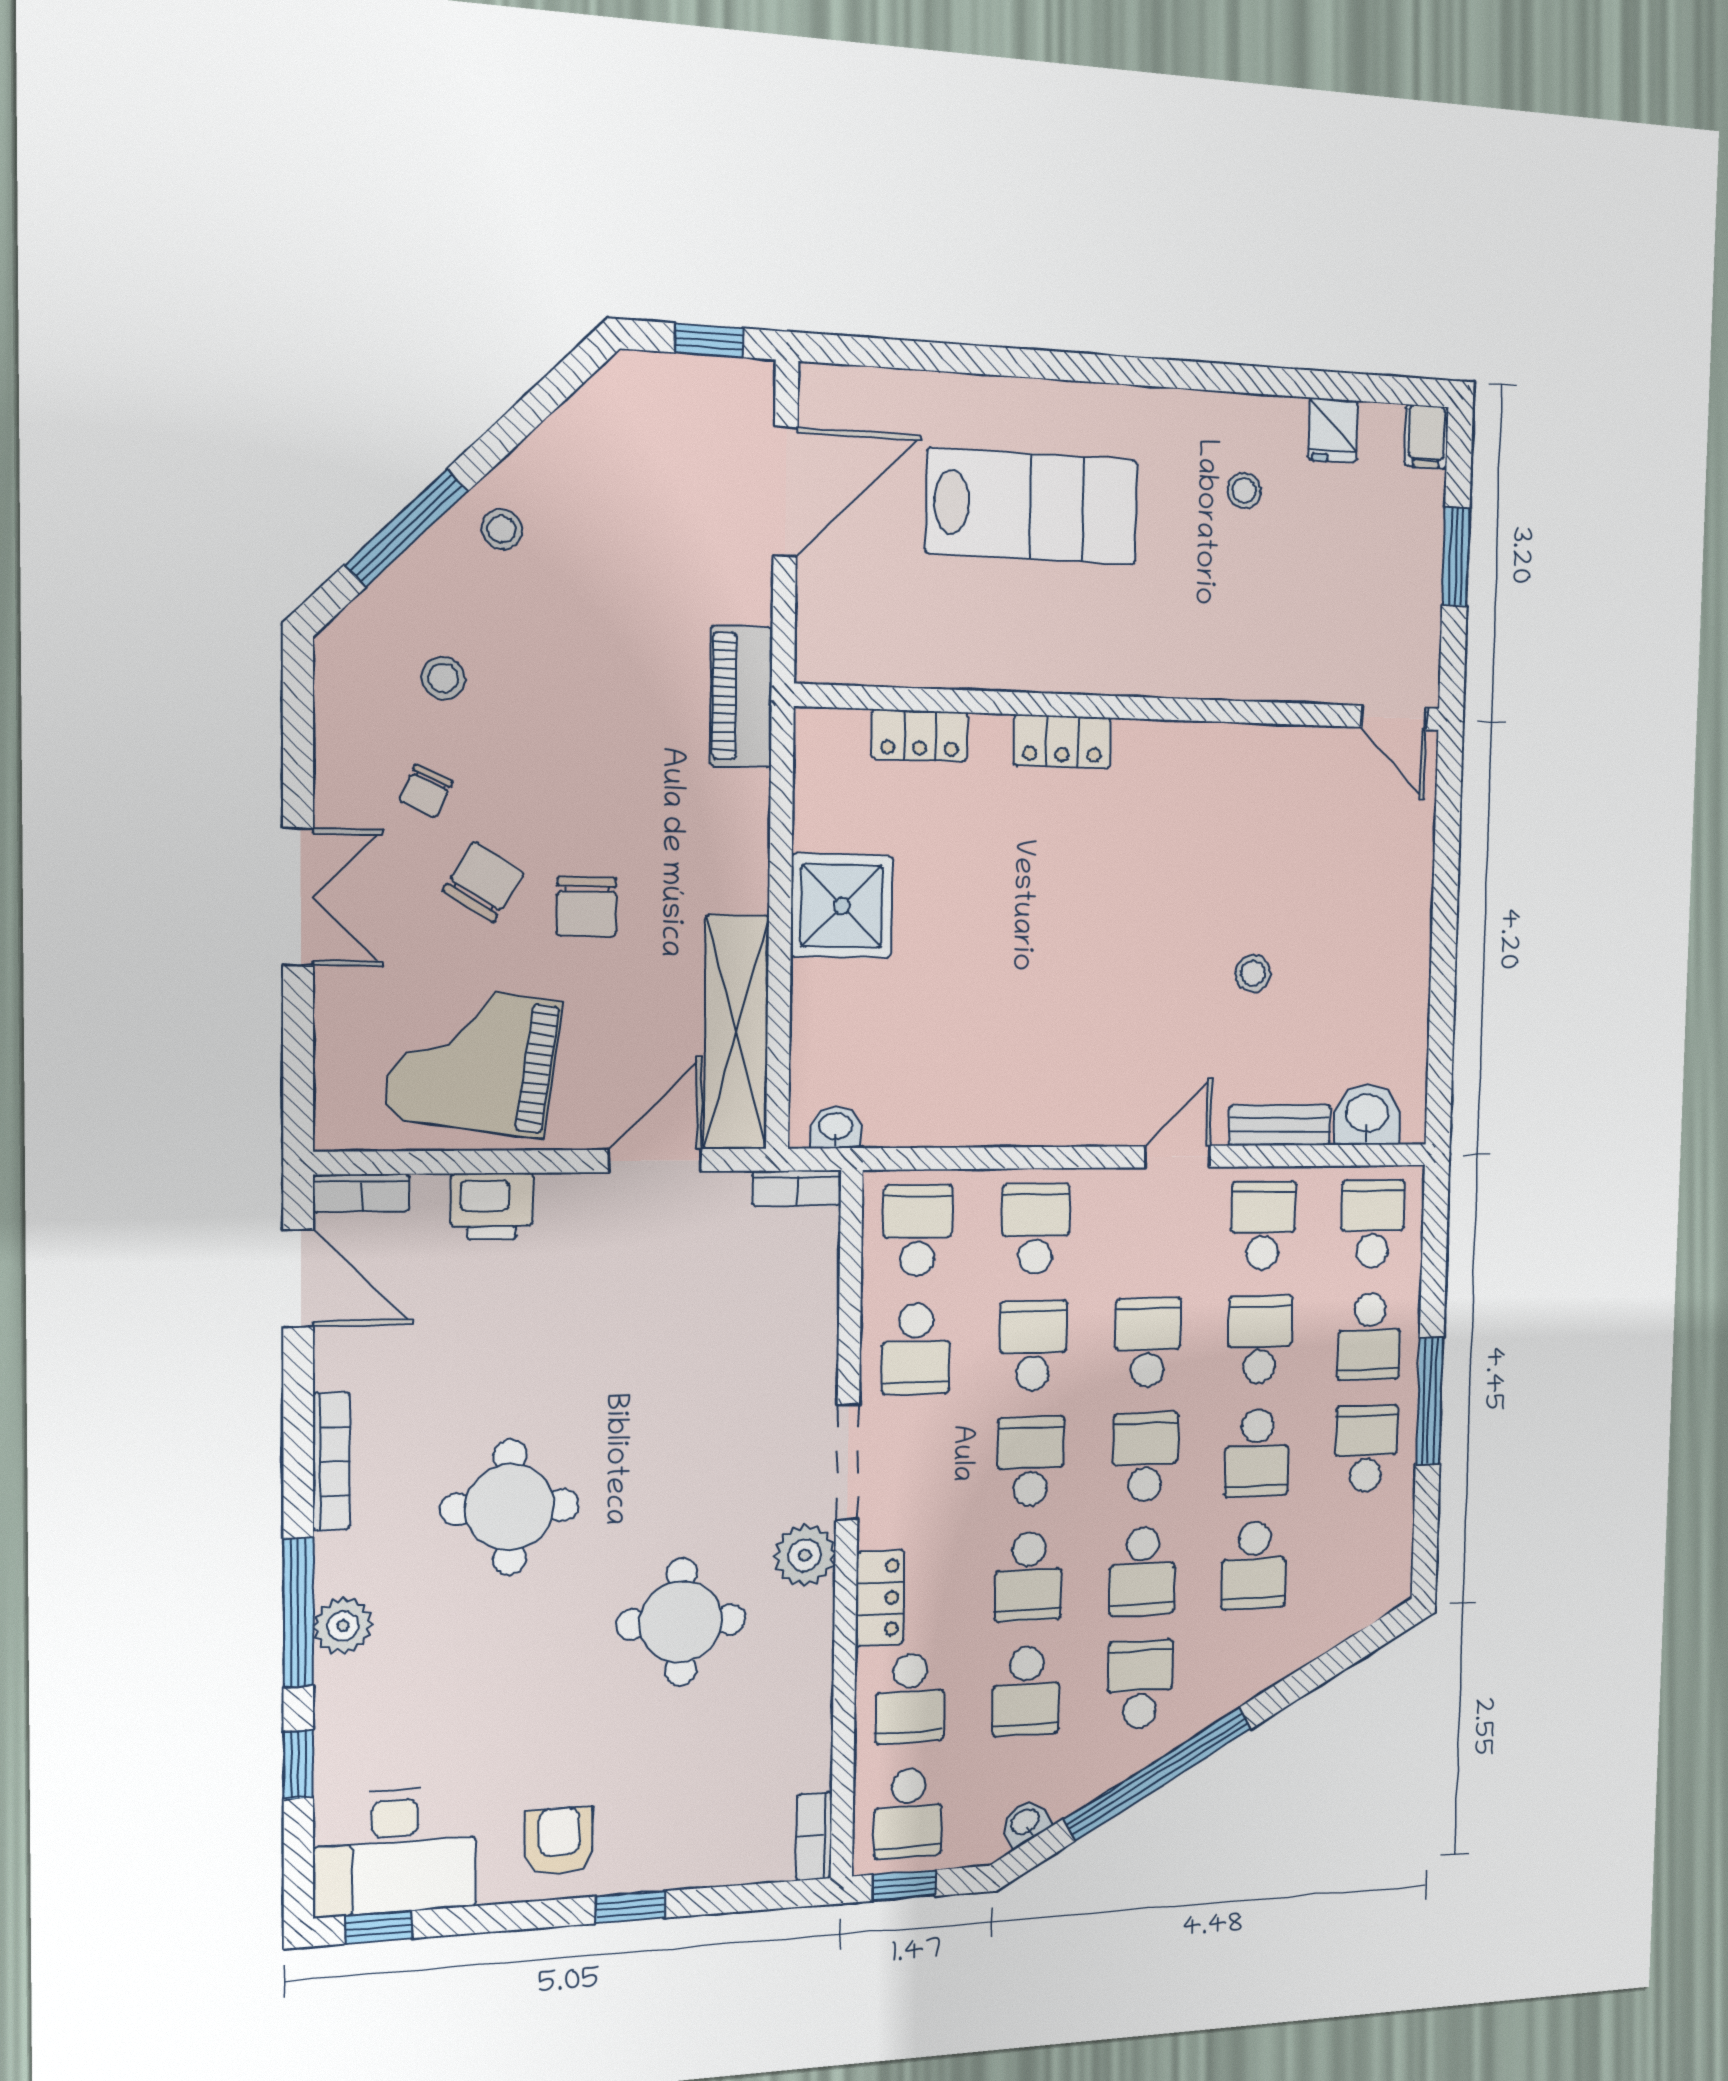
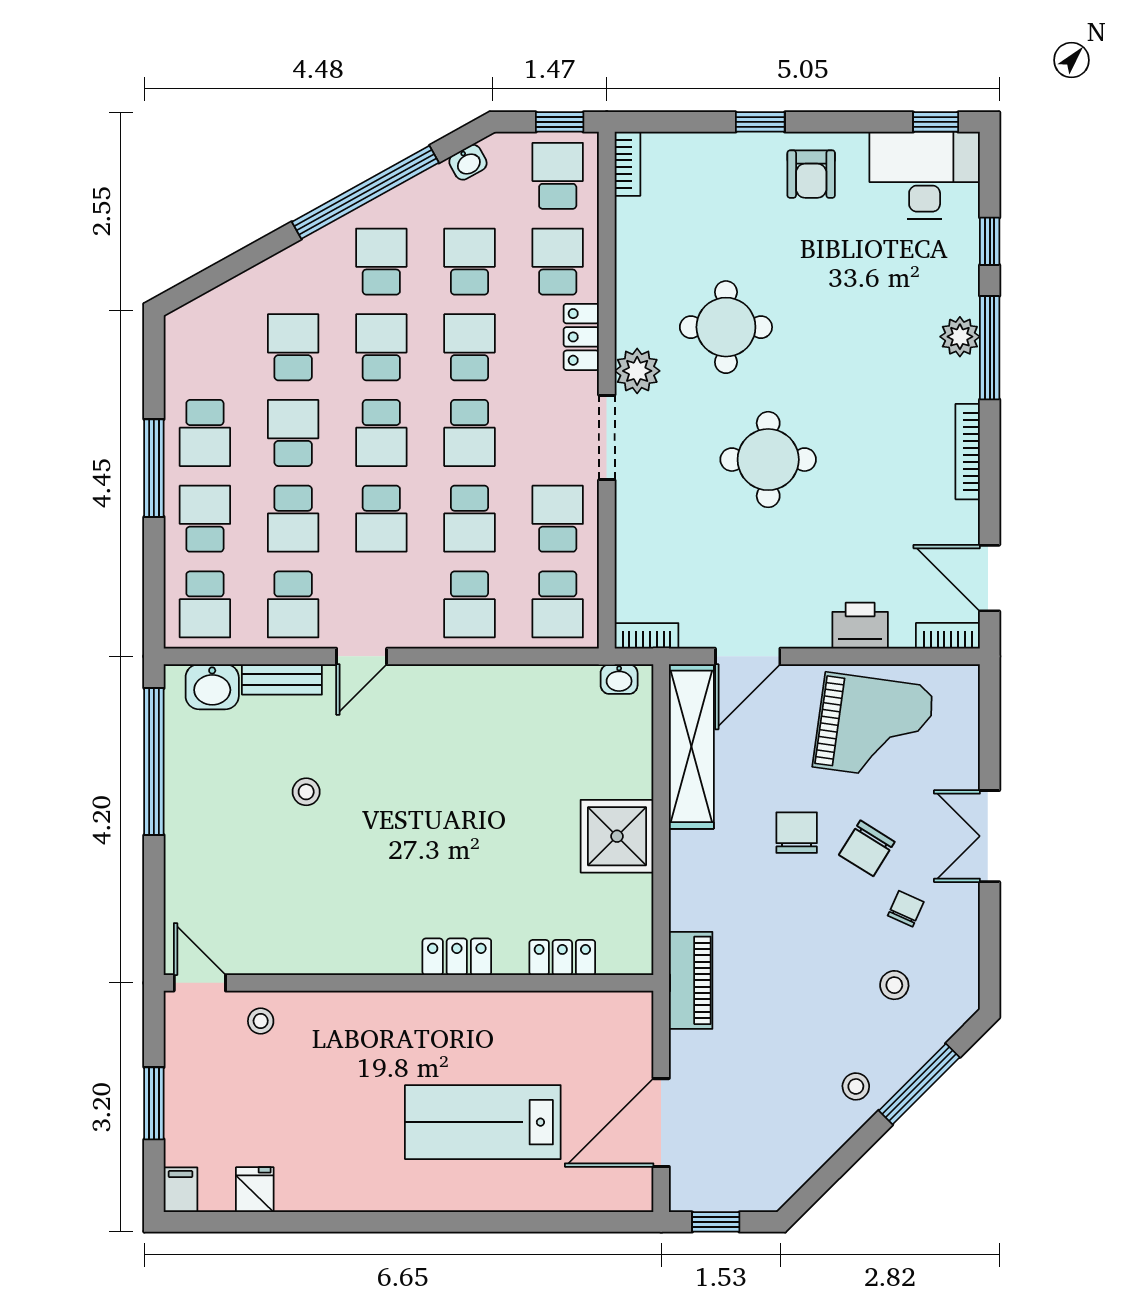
stool: (1244, 490) -> (261, 1021), moved
window: (1442, 1016) -> (154, 762), added
round table: (510, 1507) -> (768, 460), moved
school desk: (1140, 1684) -> (381, 262), turned 180

